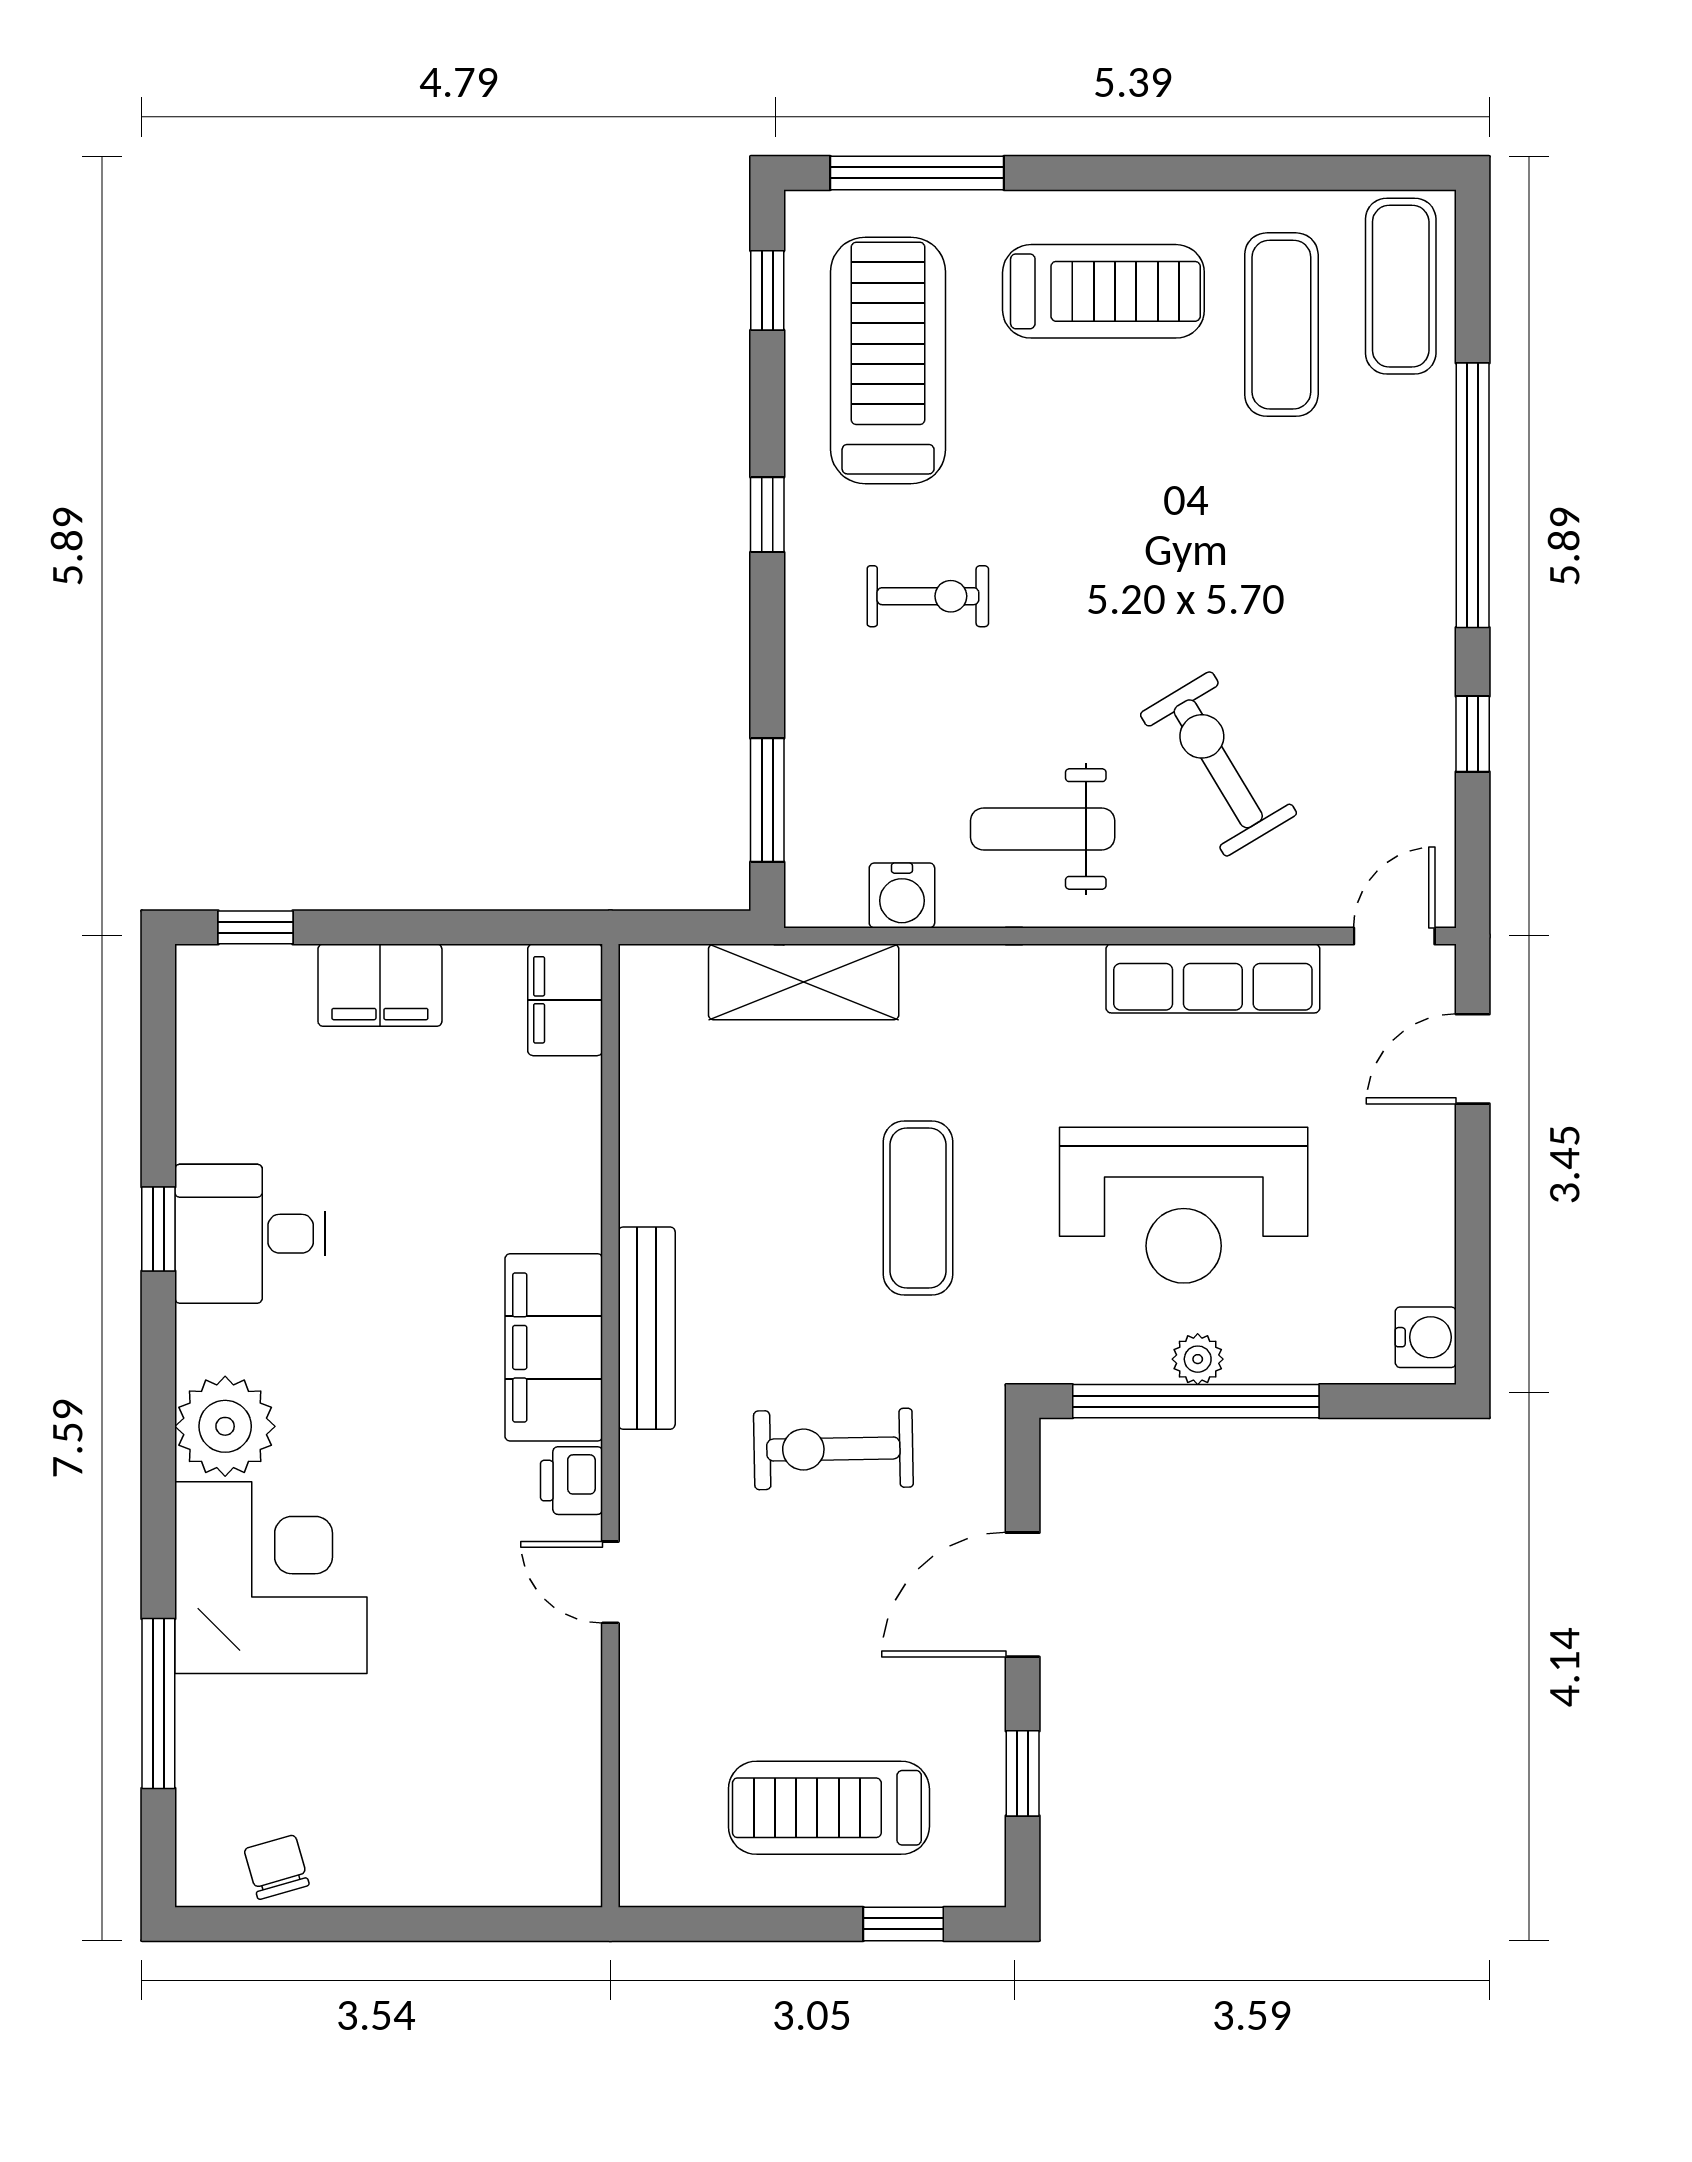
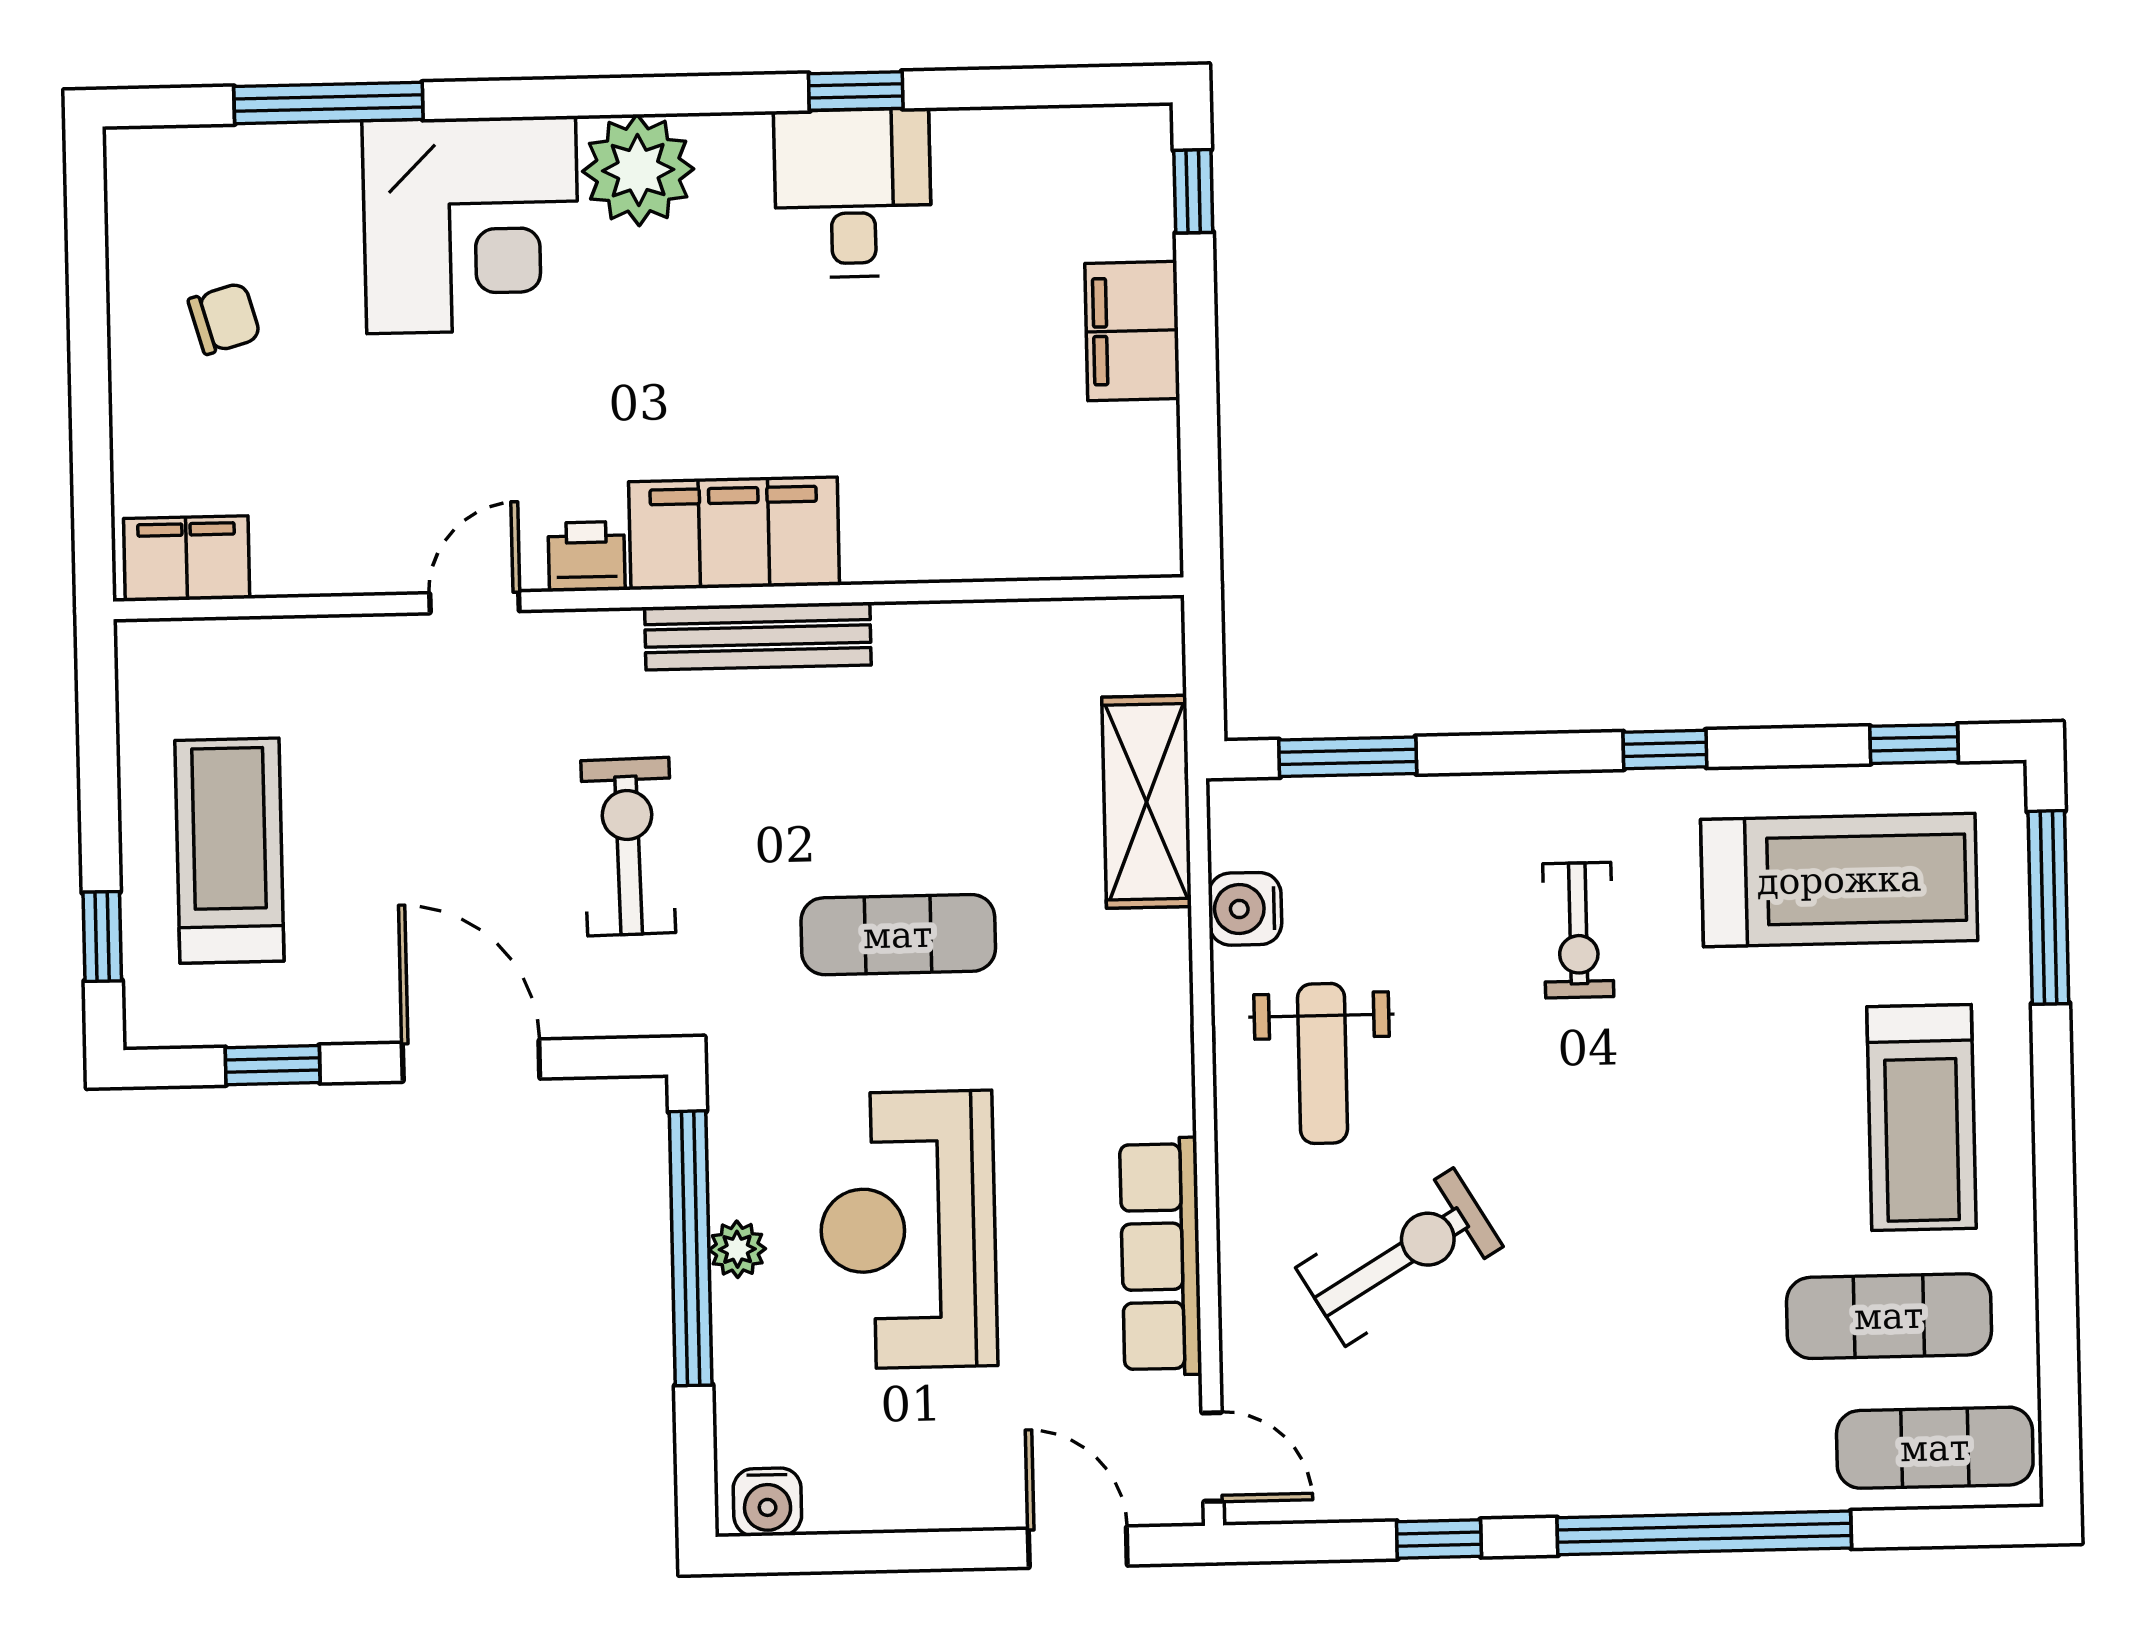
weight bench: (1043, 829) -> (1322, 1063), turned 180
filing cabinet: (565, 1000) -> (187, 558), moved
chair: (277, 1867) -> (224, 318), moved

